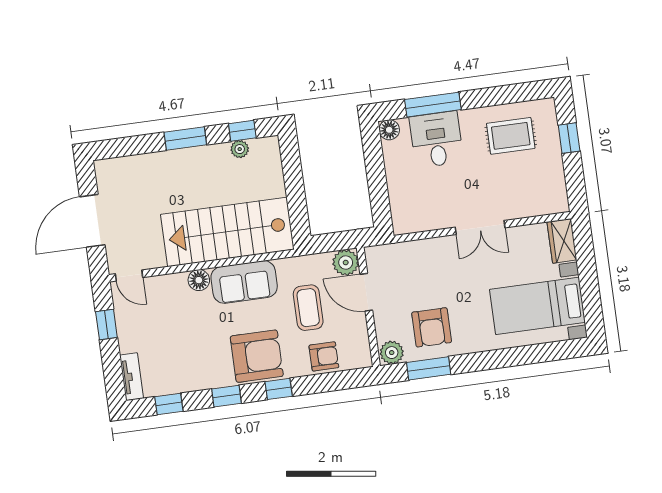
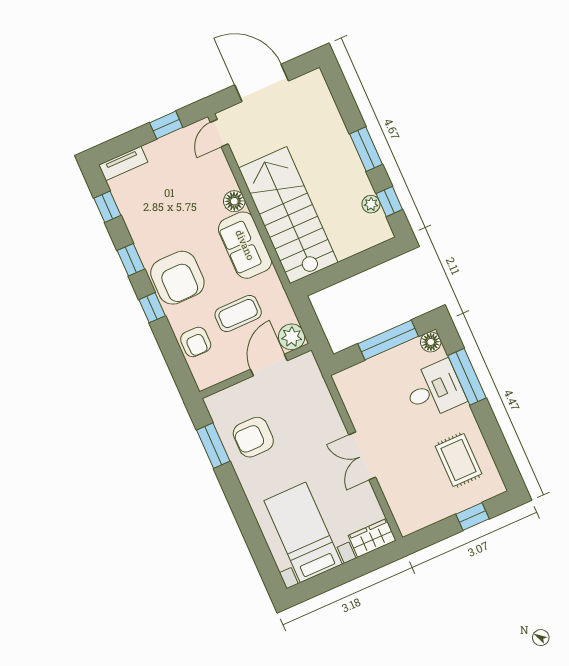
window: (376, 170) -> (388, 340), added
plant: (392, 353) -> (218, 406), removed

